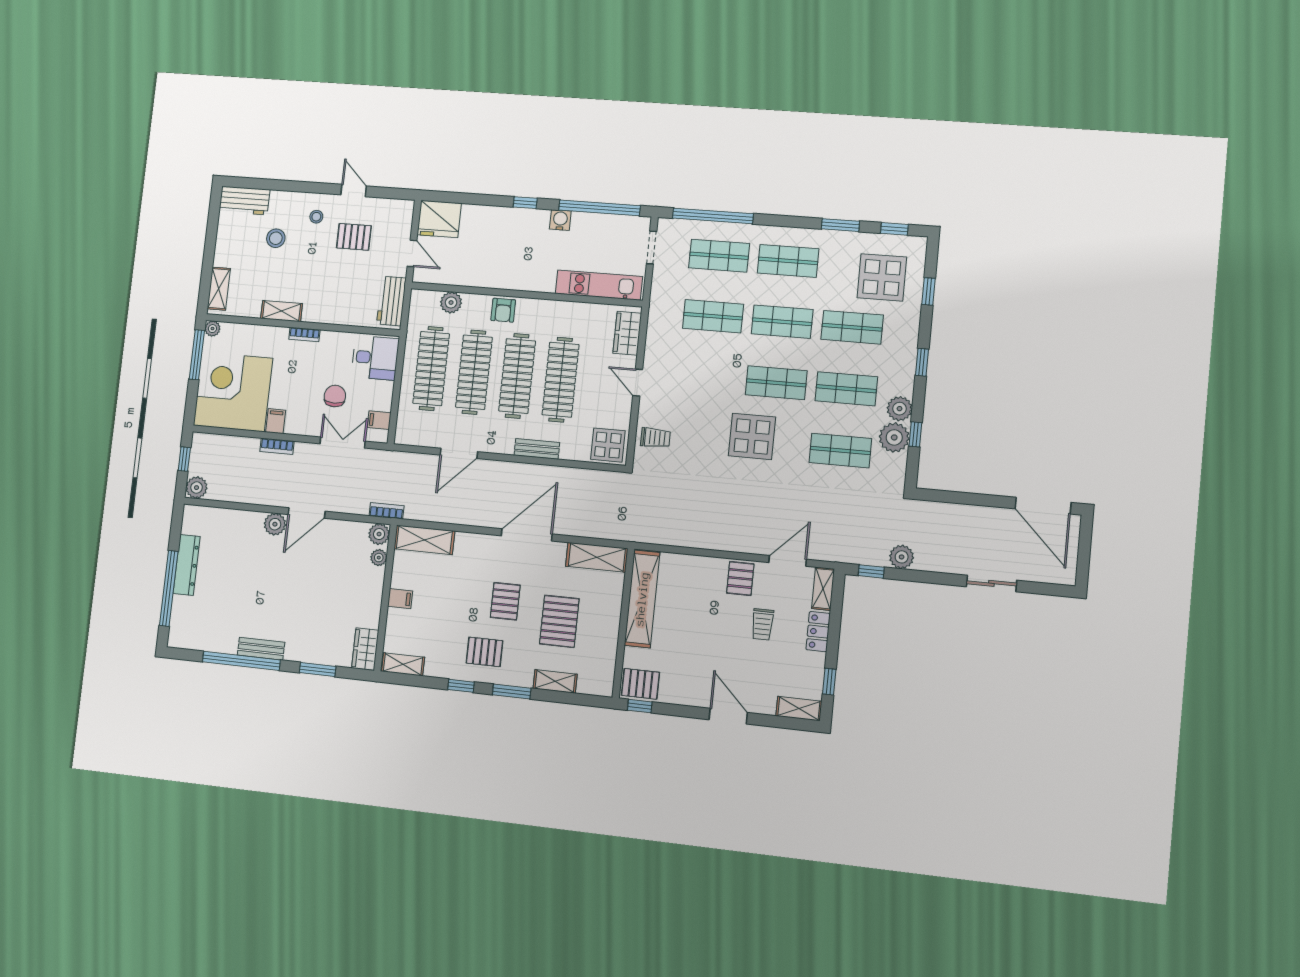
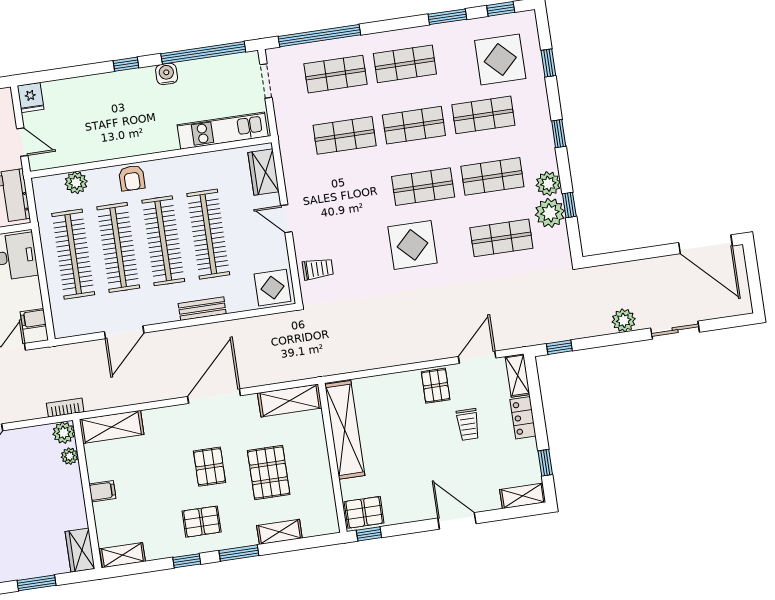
fridge: (439, 219) -> (31, 98), width x0.53, depth x0.75
plant: (902, 557) -> (624, 320), moved

